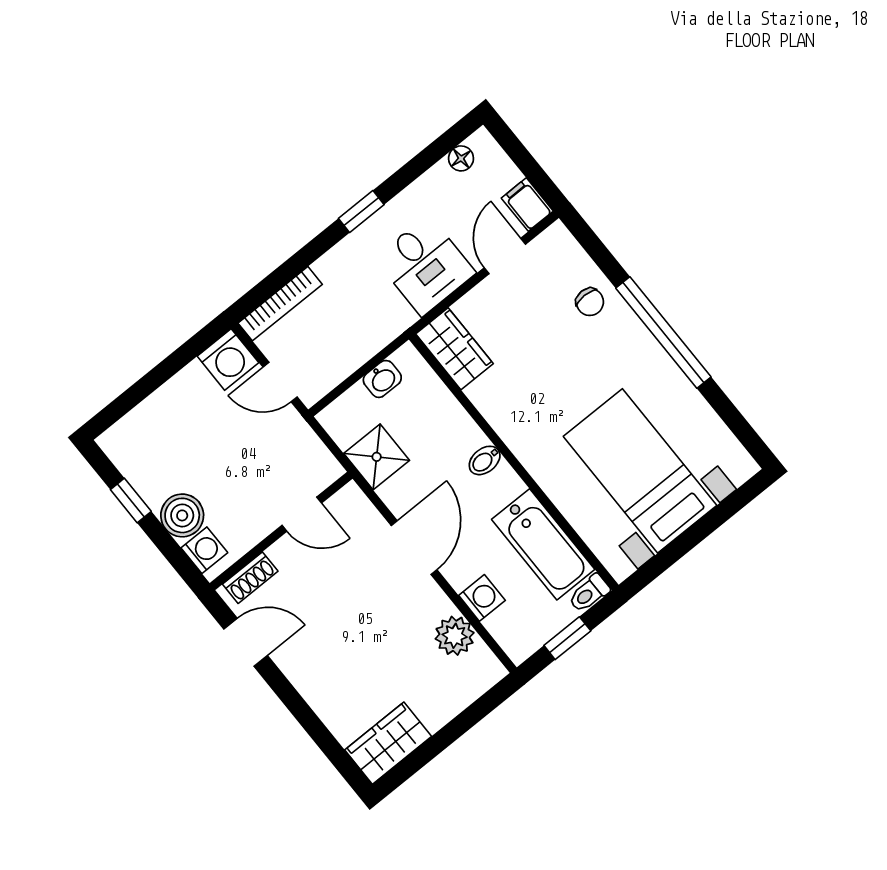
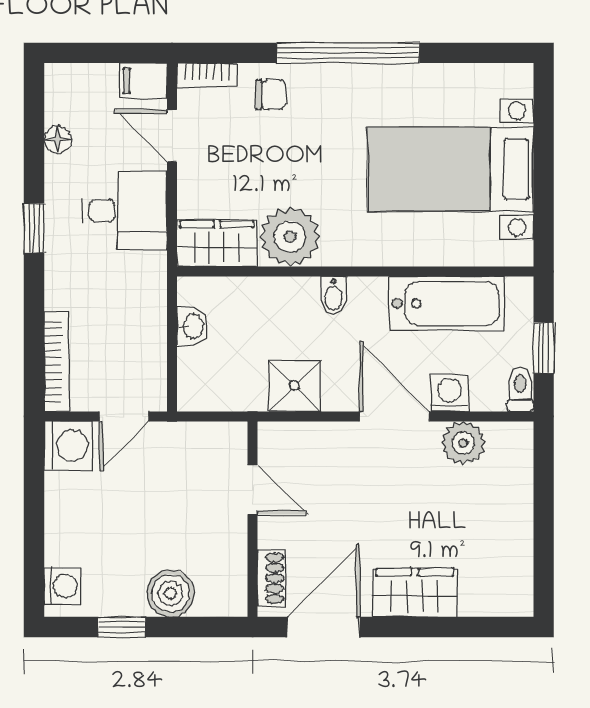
floor lamp: (461, 158) -> (58, 139), moved
bookcase: (568, 246) -> (207, 75), added
plant: (501, 396) -> (290, 237), added
shower: (377, 457) -> (294, 386), moved
door: (302, 514) -> (253, 490), hinge flipped
door: (414, 548) -> (394, 416), moved
washing machine: (204, 550) -> (62, 586), moved, turned 90
toilet: (589, 593) -> (520, 390), moved, turned 180
door: (246, 642) -> (323, 627), width x1.38
wardrobe: (388, 743) -> (415, 593), moved, turned 90

